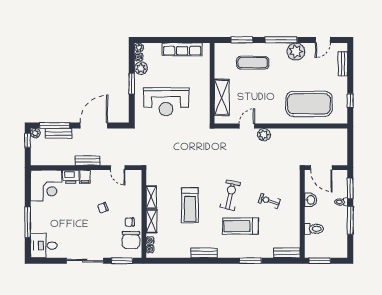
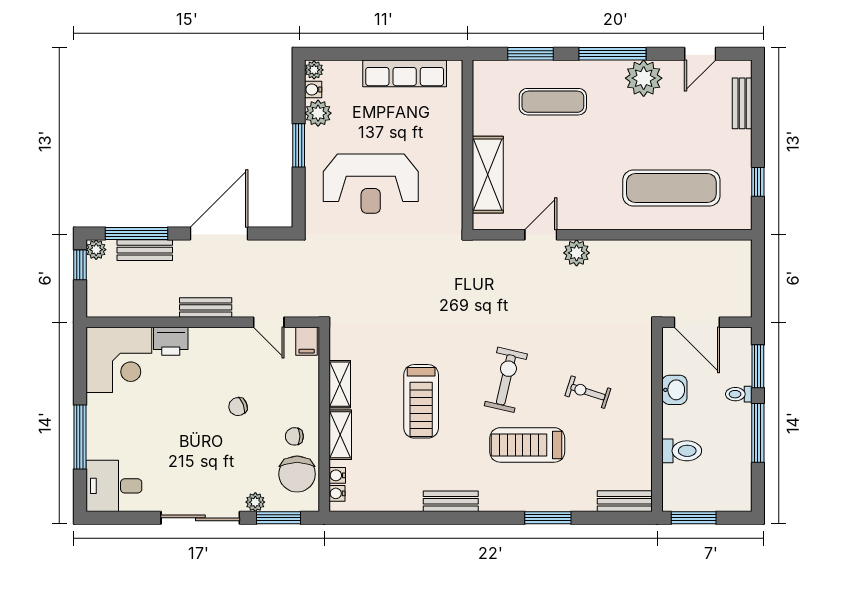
exercise mat: (309, 104) -> (671, 188), width x0.68
filing cabinet: (85, 177) -> (307, 341), moved
plant: (111, 253) -> (255, 502), added

